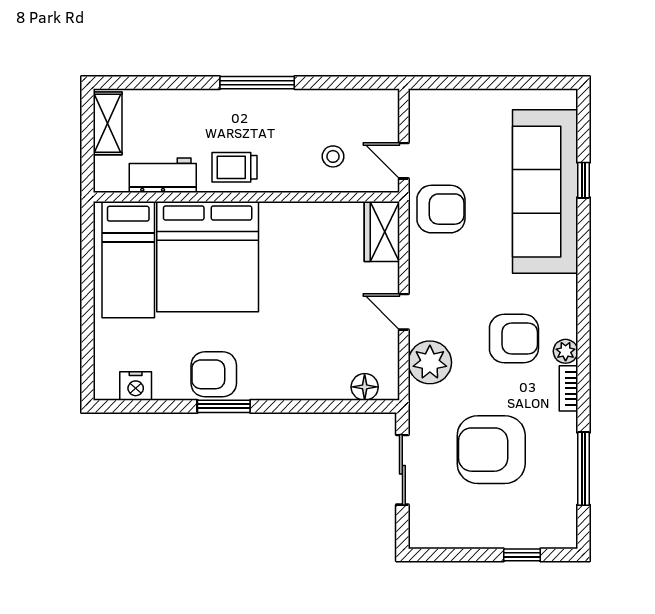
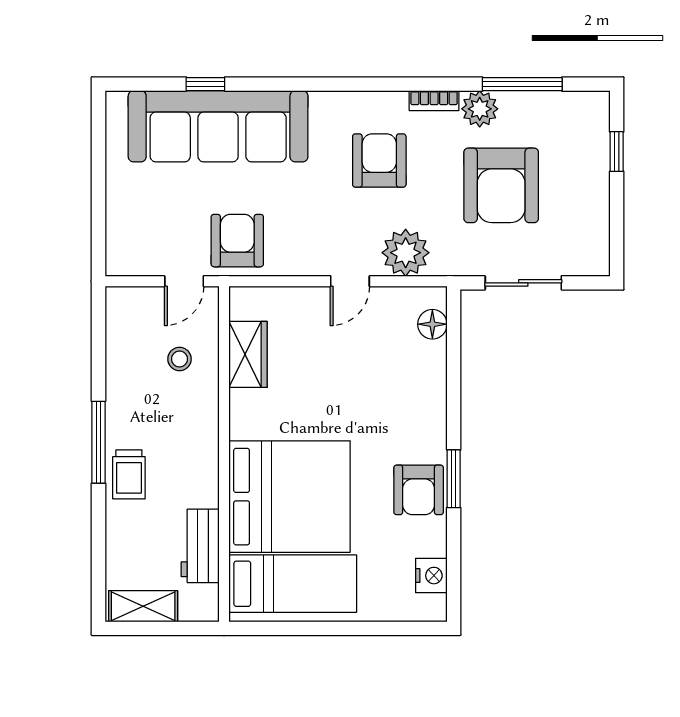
trolley: (234, 167) -> (129, 474), moved
wardrobe: (382, 231) -> (248, 354), moved, turned -90
plant: (566, 351) -> (480, 109), moved, width x1.38, depth x1.38

